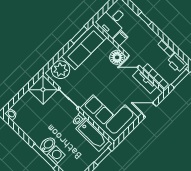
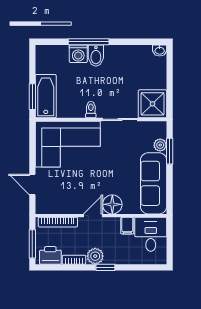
window: (145, 19) -> (105, 267), moved
window: (79, 35) -> (170, 151), moved
plant: (153, 39) -> (95, 256), added
plant: (61, 70) -> (160, 145), width x0.53, depth x0.53
tv unit: (145, 81) -> (63, 208), removed
door: (149, 110) -> (32, 184), swing flipped
bathtub: (93, 135) -> (46, 96), moved, turned 90

